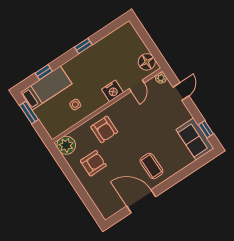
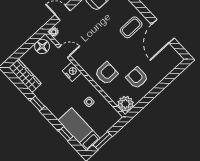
wardrobe: (117, 37) -> (25, 76), added

